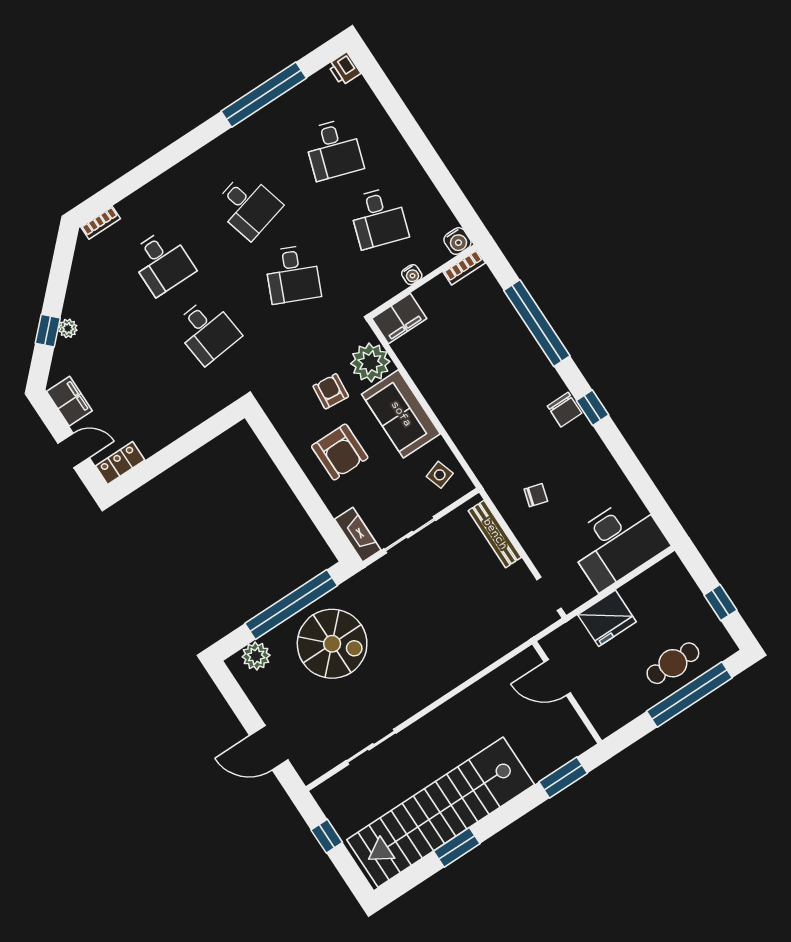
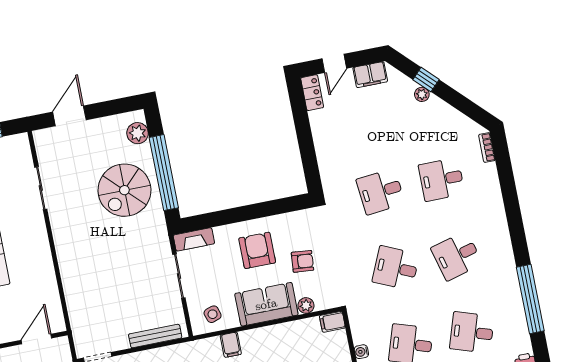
filing cabinet: (399, 319) -> (332, 322), width x0.50
plant: (370, 363) -> (306, 306), width x0.53, depth x0.53
filing cabinet: (468, 437) -> (231, 345), added
armchair: (340, 452) -> (257, 250), turned 90

